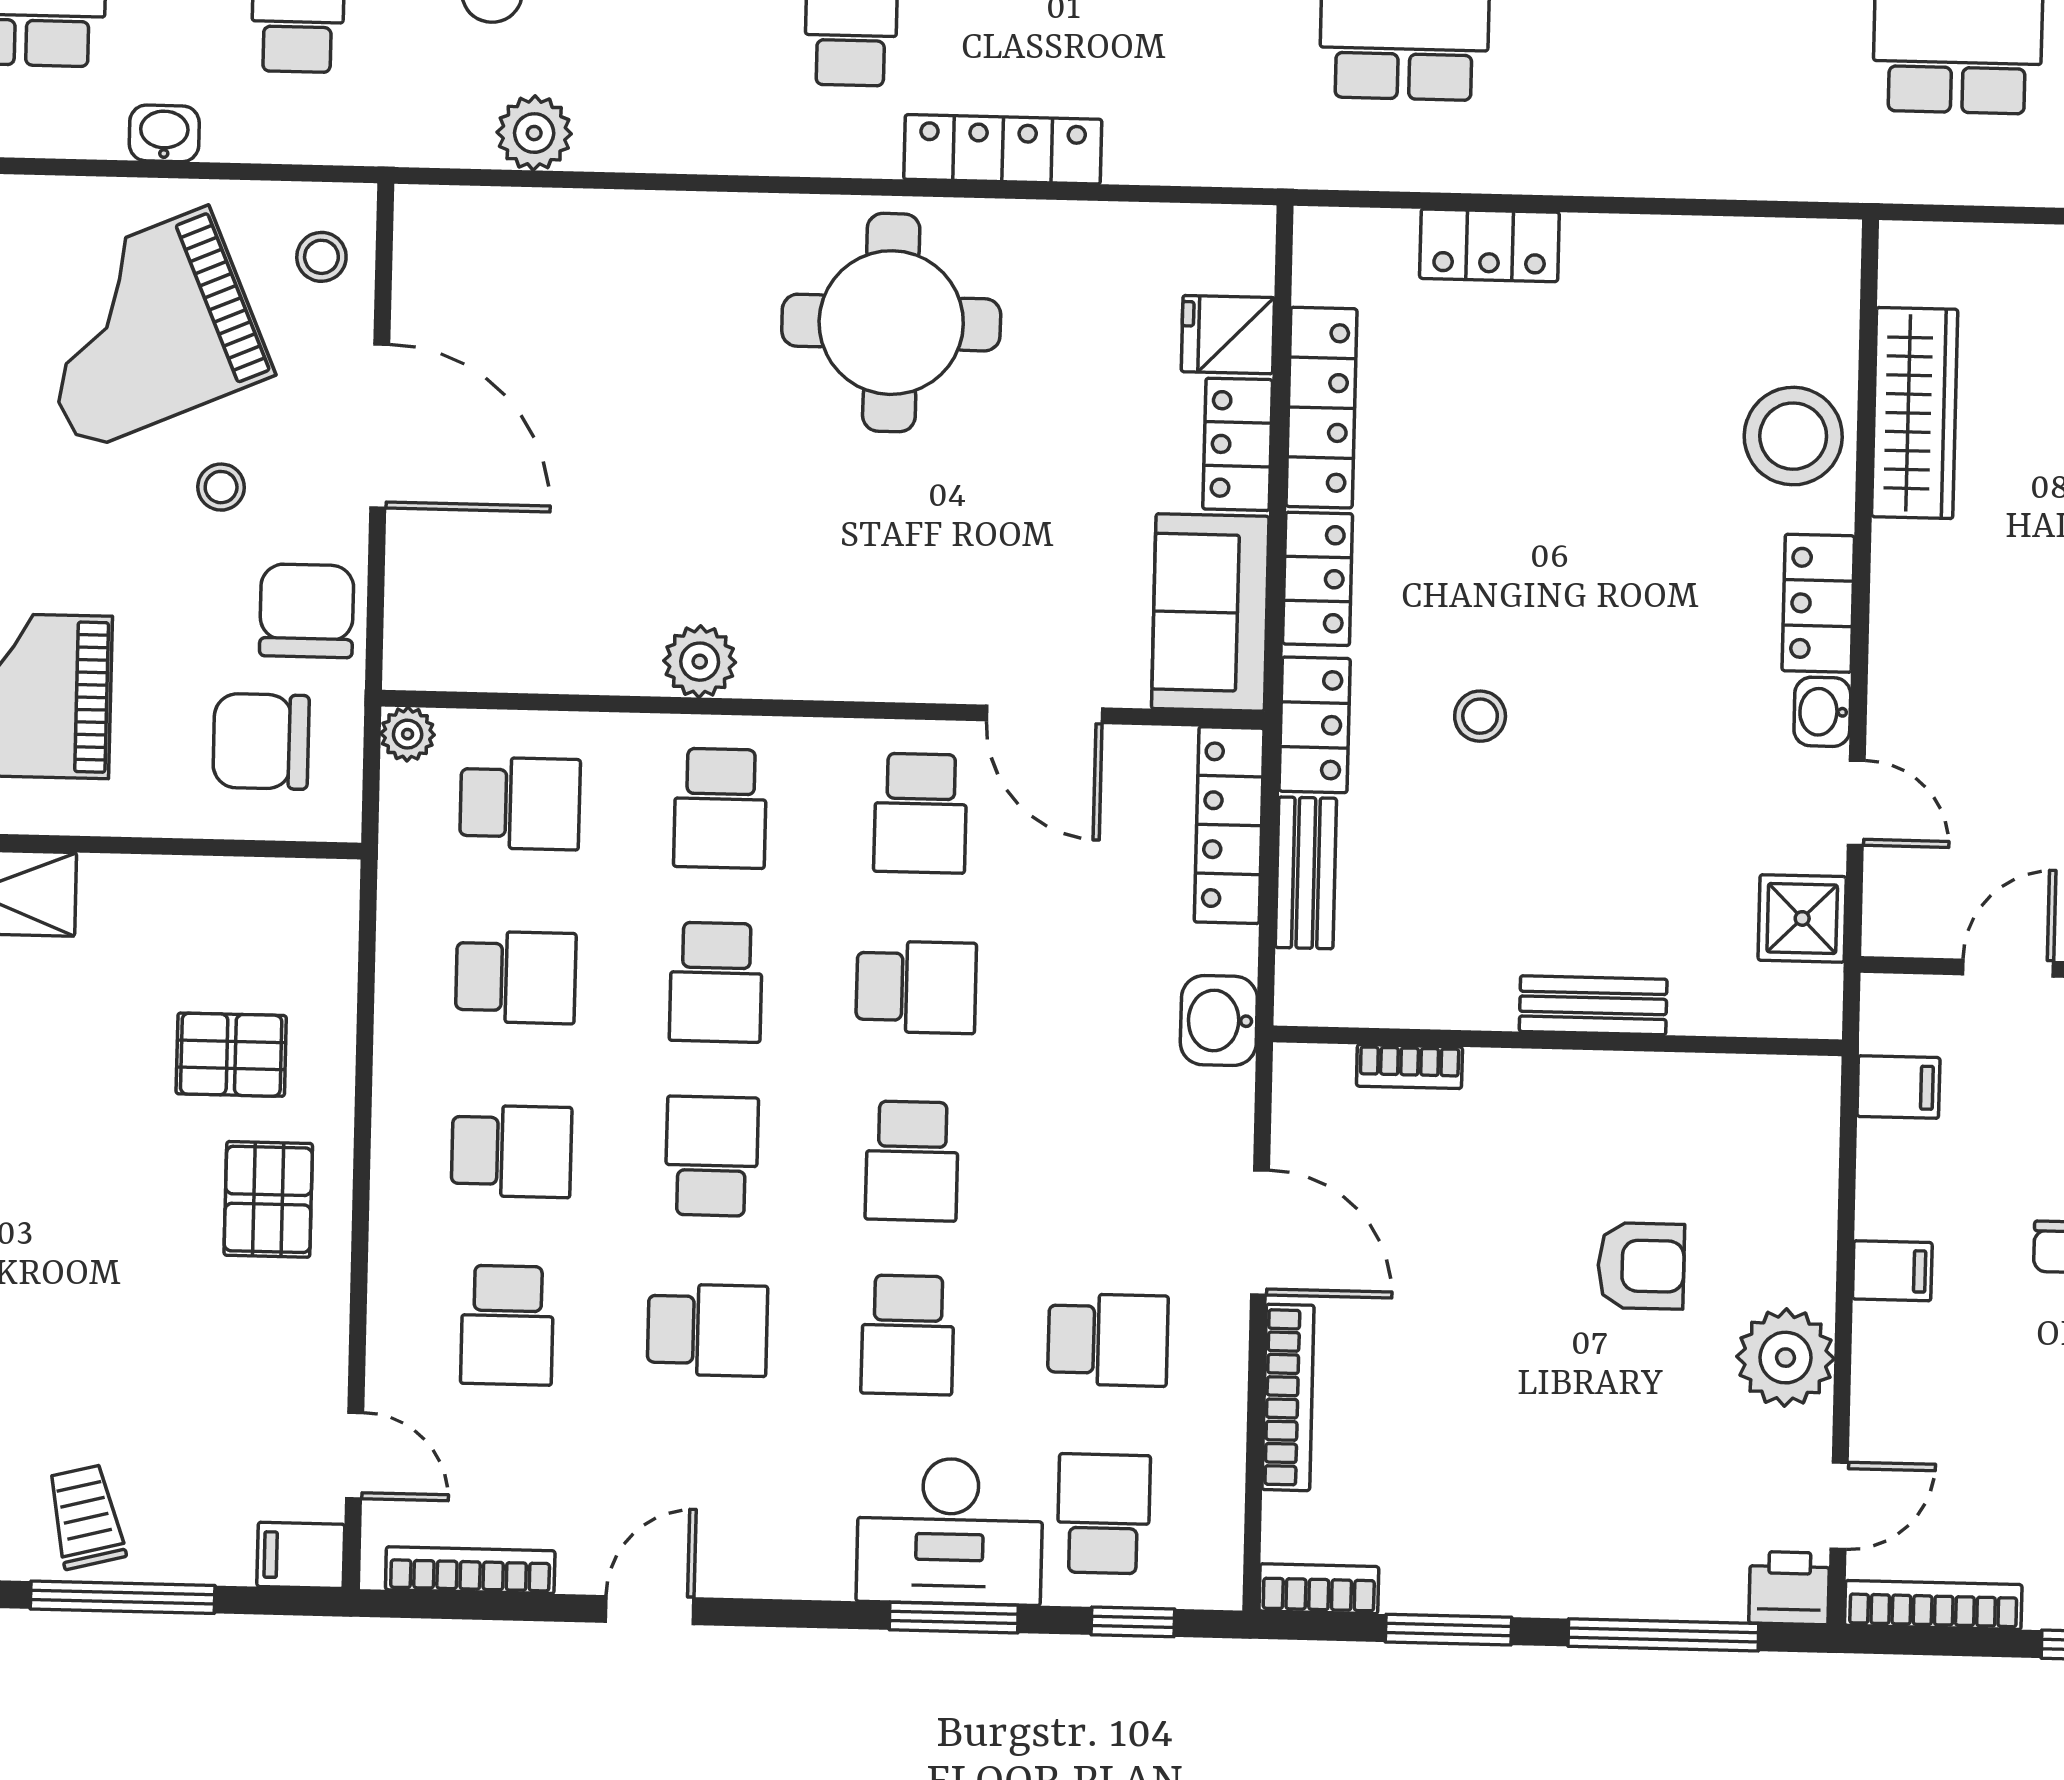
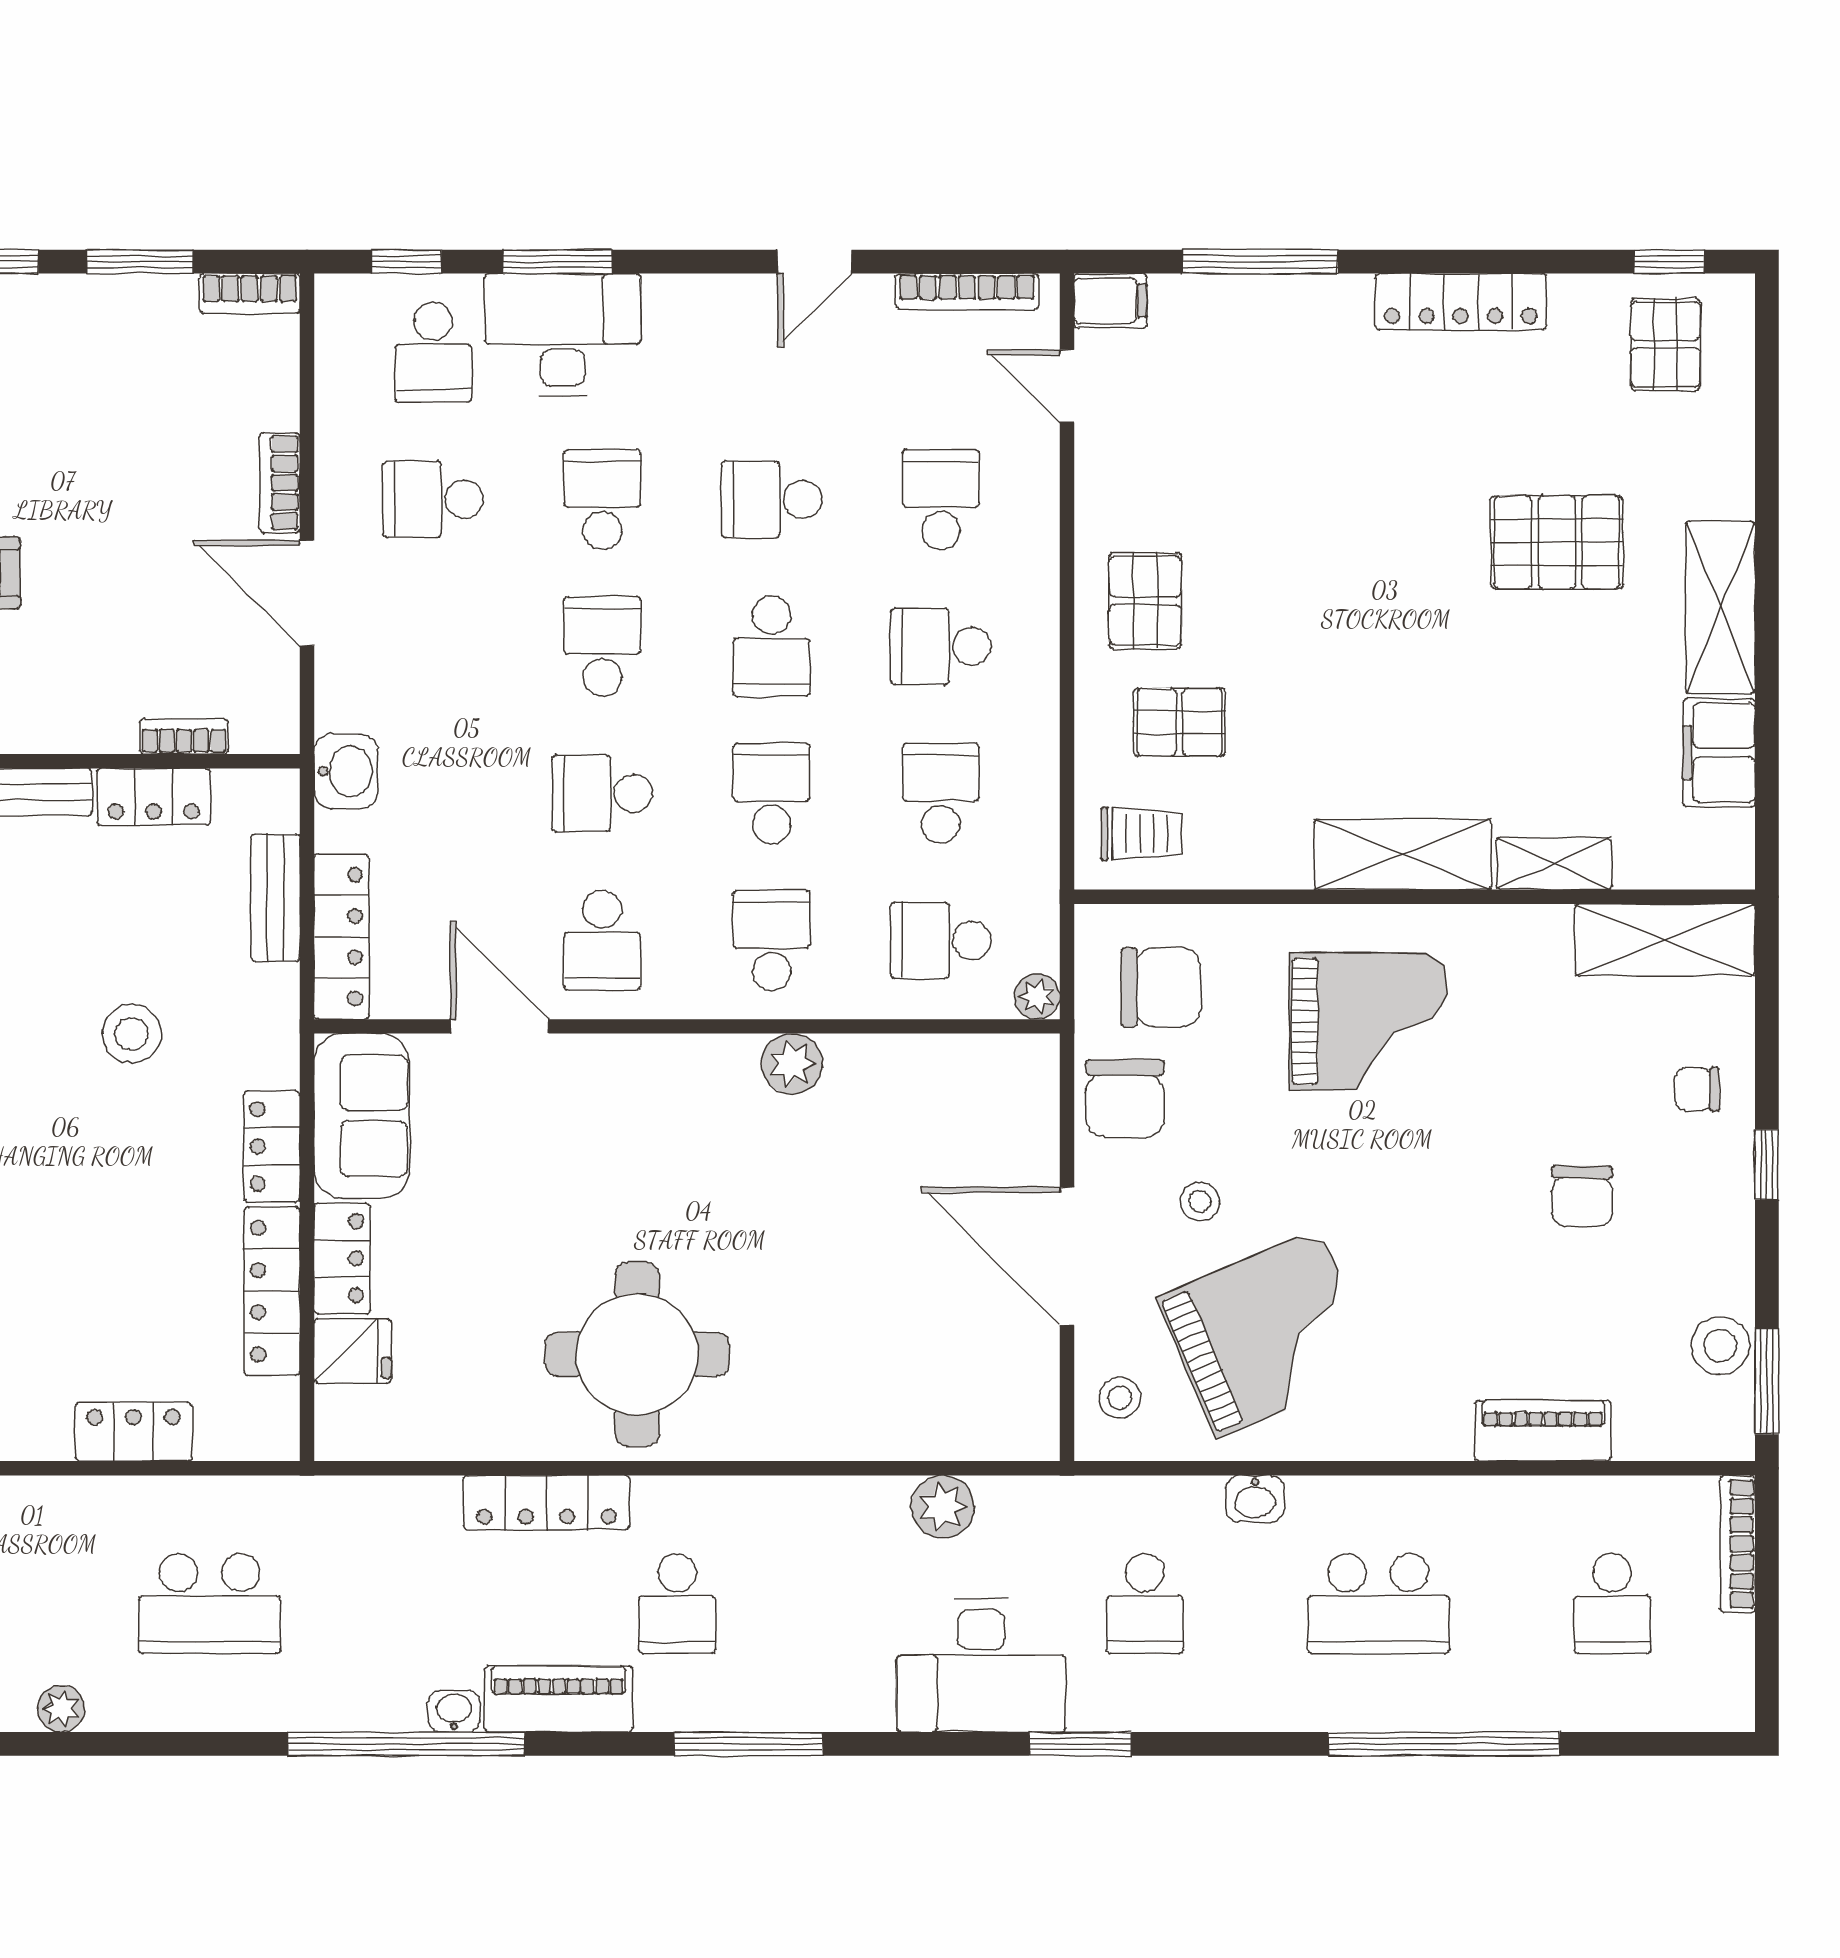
stool: (1480, 716) -> (132, 1034), width x1.37, depth x1.37
locker: (1315, 725) -> (154, 797), moved, turned -90
school desk: (920, 813) -> (602, 940), turned 180
school desk: (516, 977) -> (941, 793), turned 90
bookcase: (1288, 1397) -> (280, 483), width x0.64
trolley: (86, 1517) -> (1141, 834), moved, turned -76

